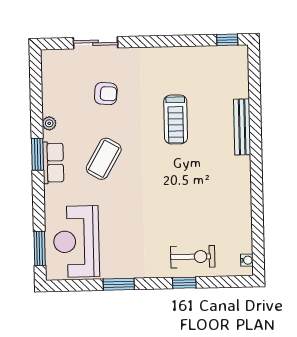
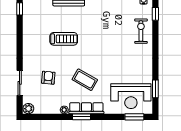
plant: (50, 59) -> (28, 109), added
row of seats: (53, 163) -> (86, 108), width x1.48
window: (184, 283) -> (155, 14), moved
window: (119, 284) -> (155, 89), moved

